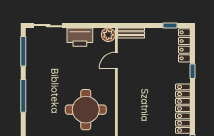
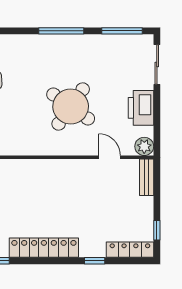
round table: (86, 110) -> (71, 107), moved, turned 35

